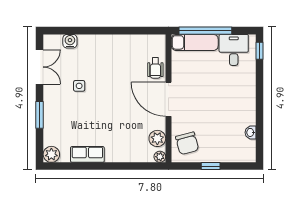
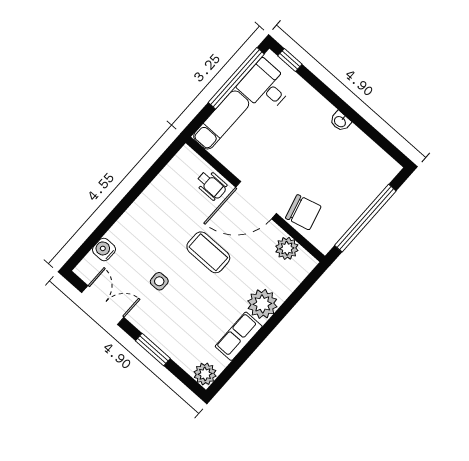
window: (205, 31) -> (236, 78), moved
coffee table: (118, 98) -> (208, 252), added
washbasin: (251, 132) -> (340, 121), moved
chair: (187, 143) -> (303, 212), moved
plant: (160, 157) -> (262, 304), moved, width x1.88, depth x1.88
window: (211, 166) -> (365, 218), width x3.17

